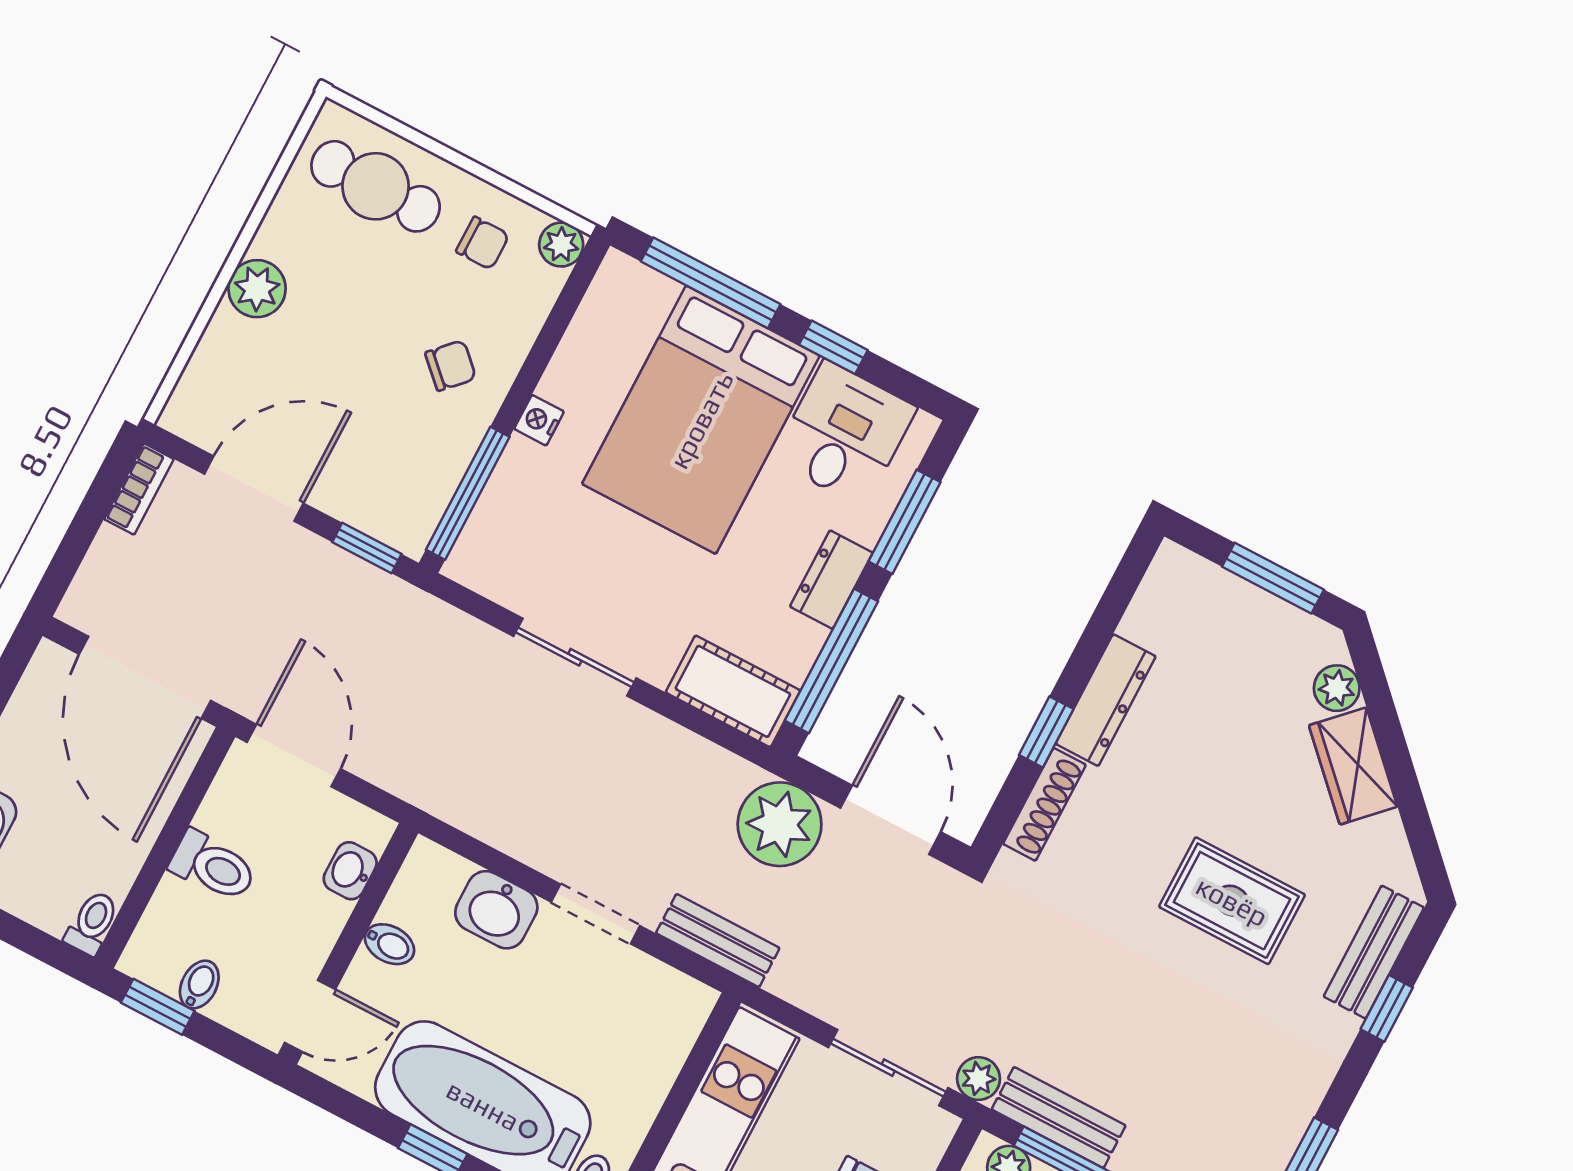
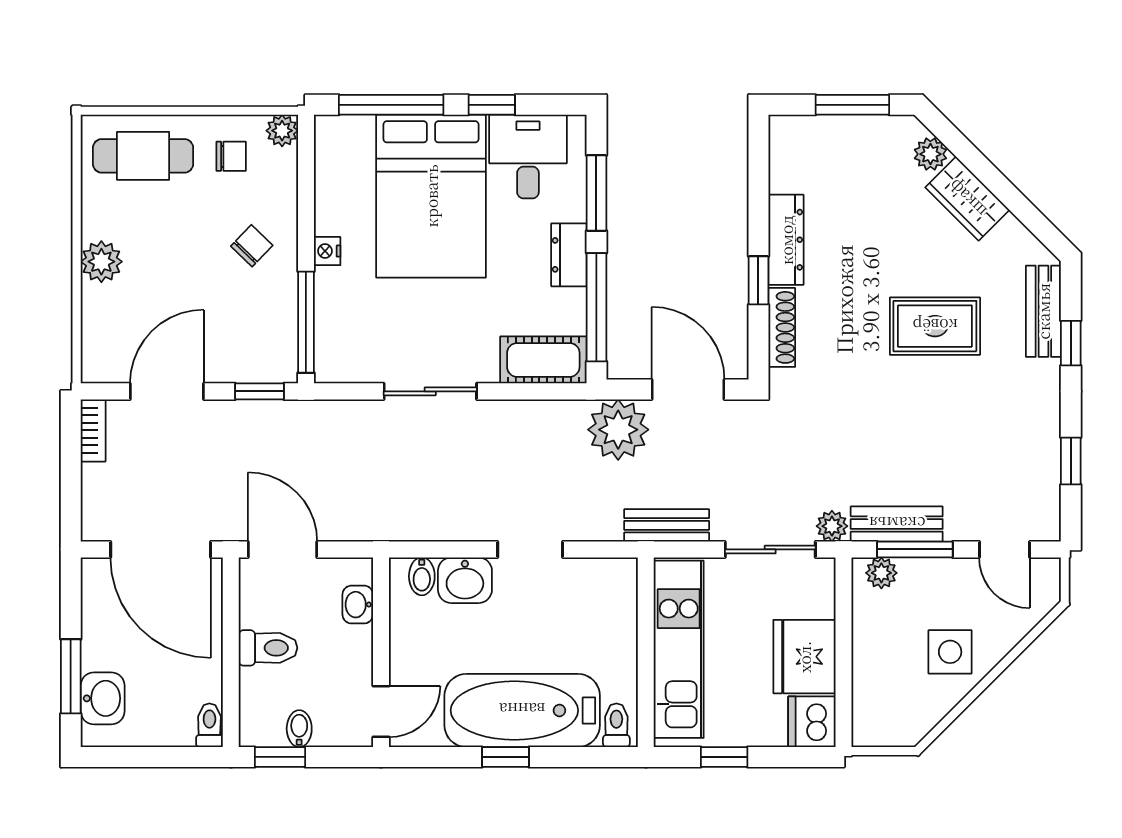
bench: (718, 941) -> (667, 525), moved
bidet: (390, 944) -> (422, 576), moved, turned 90

